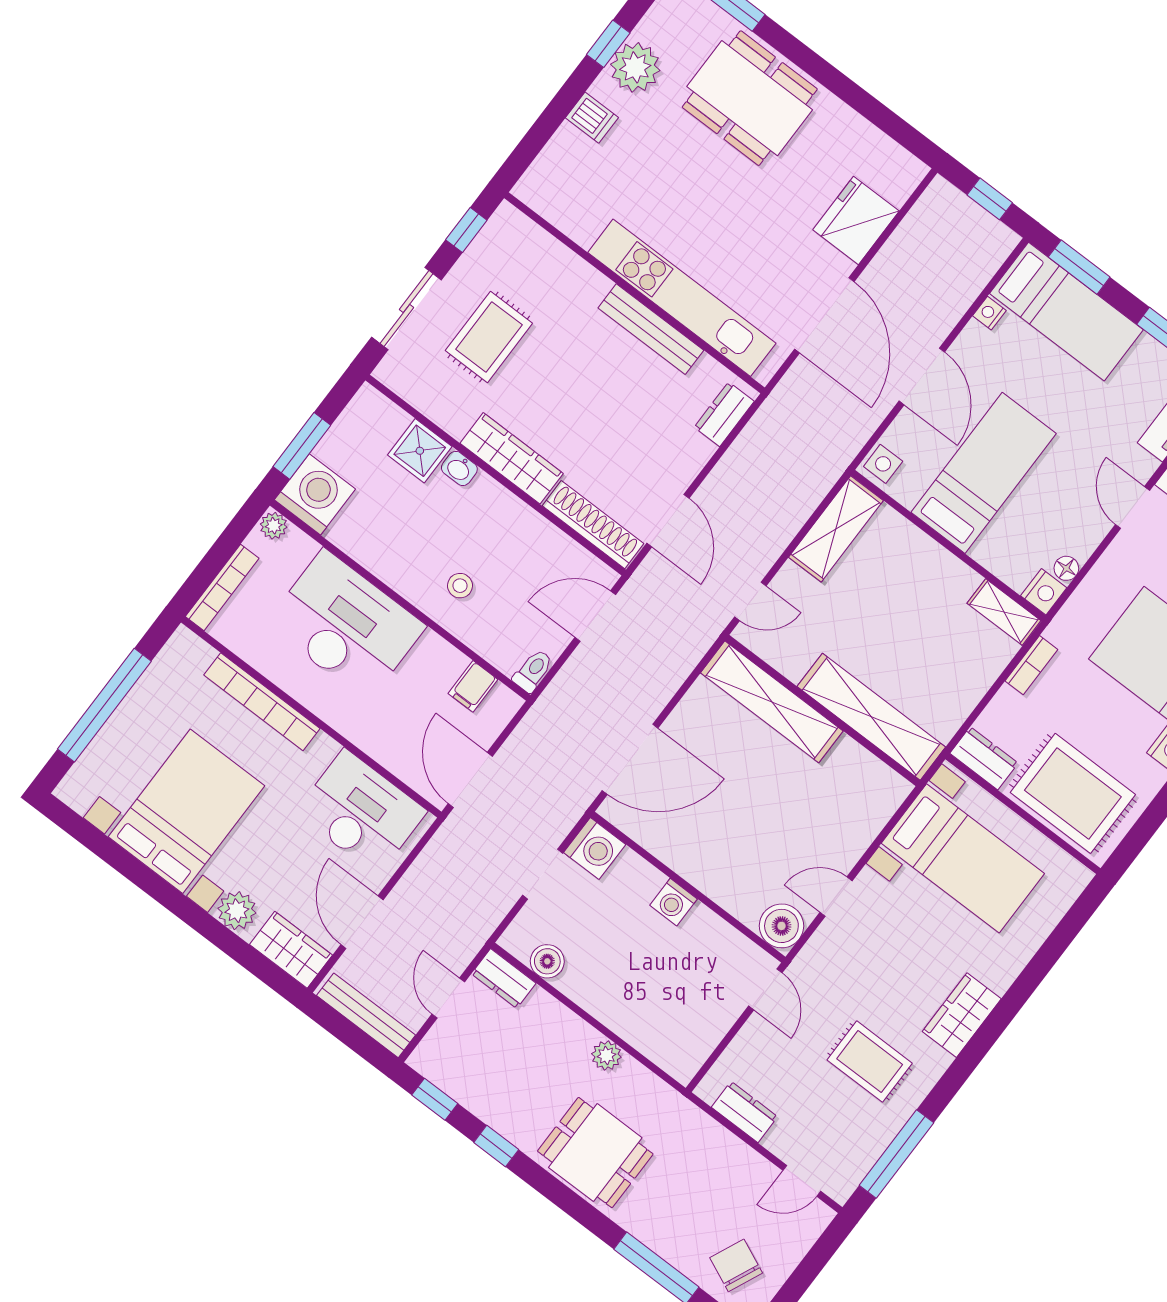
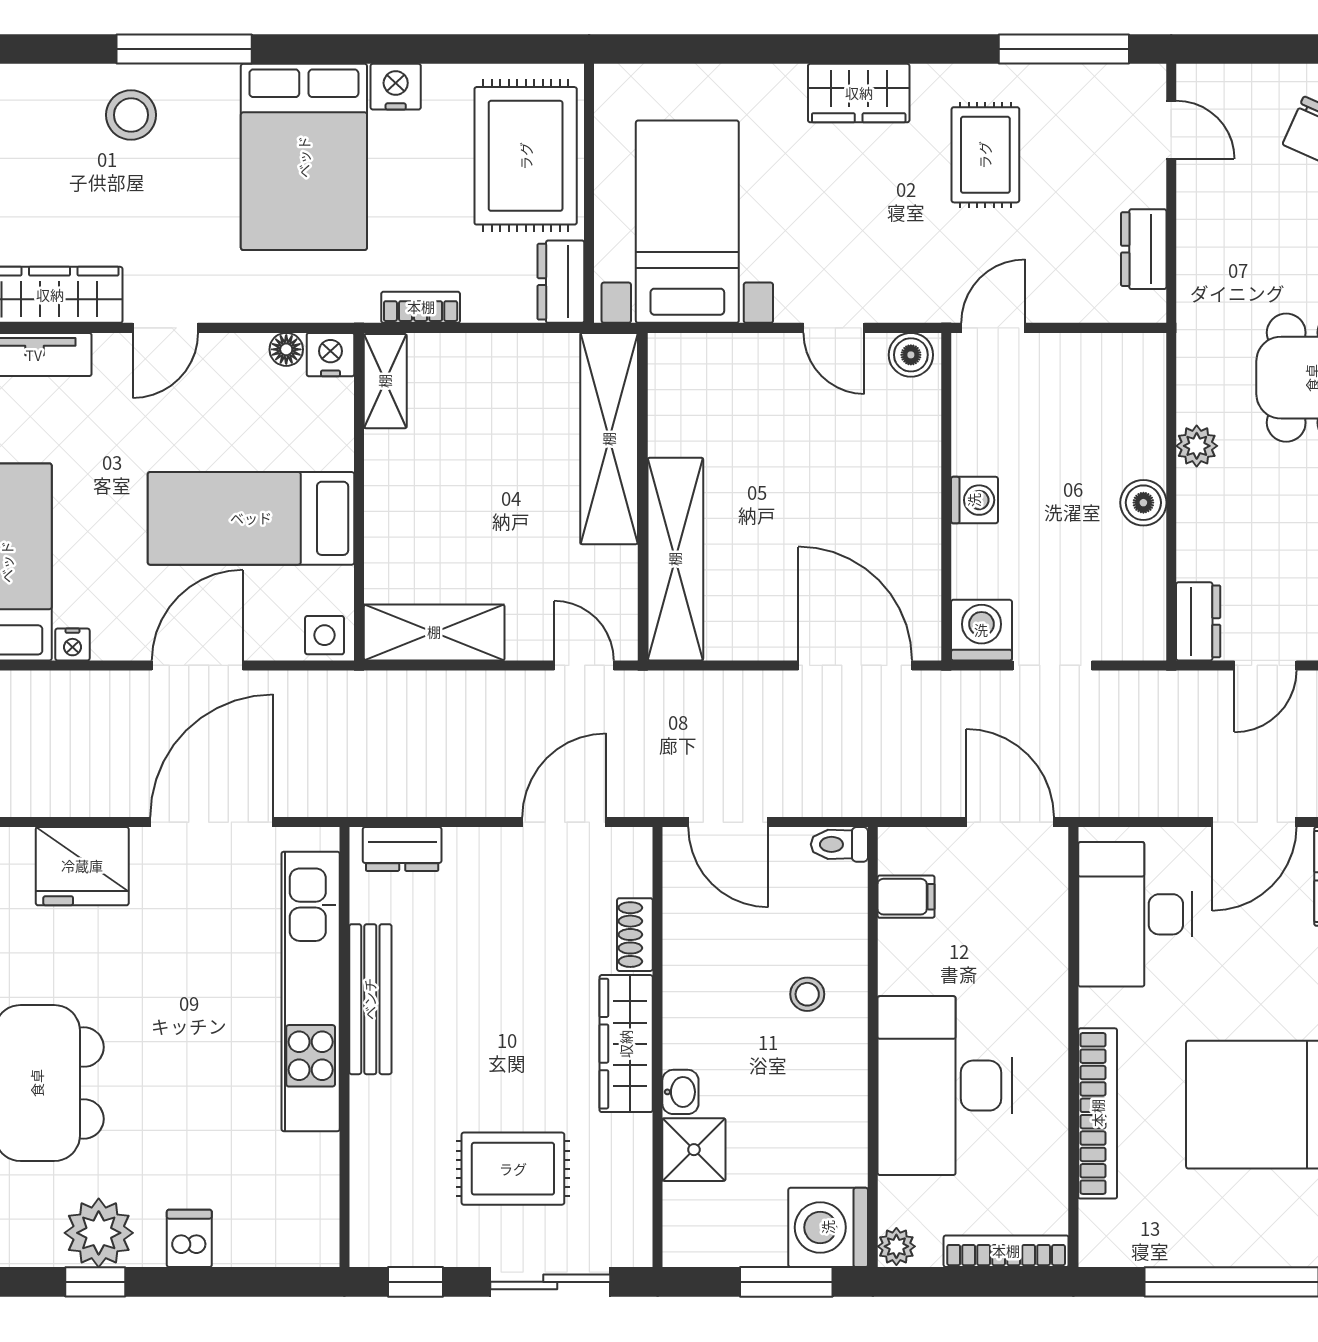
shoe rack: (593, 525) -> (635, 935), width x0.51, depth x0.81
door: (470, 780) -> (1010, 822), swing flipped
boiler: (781, 926) -> (911, 355), width x0.73, depth x0.73
boiler: (547, 961) -> (1143, 503), moved

